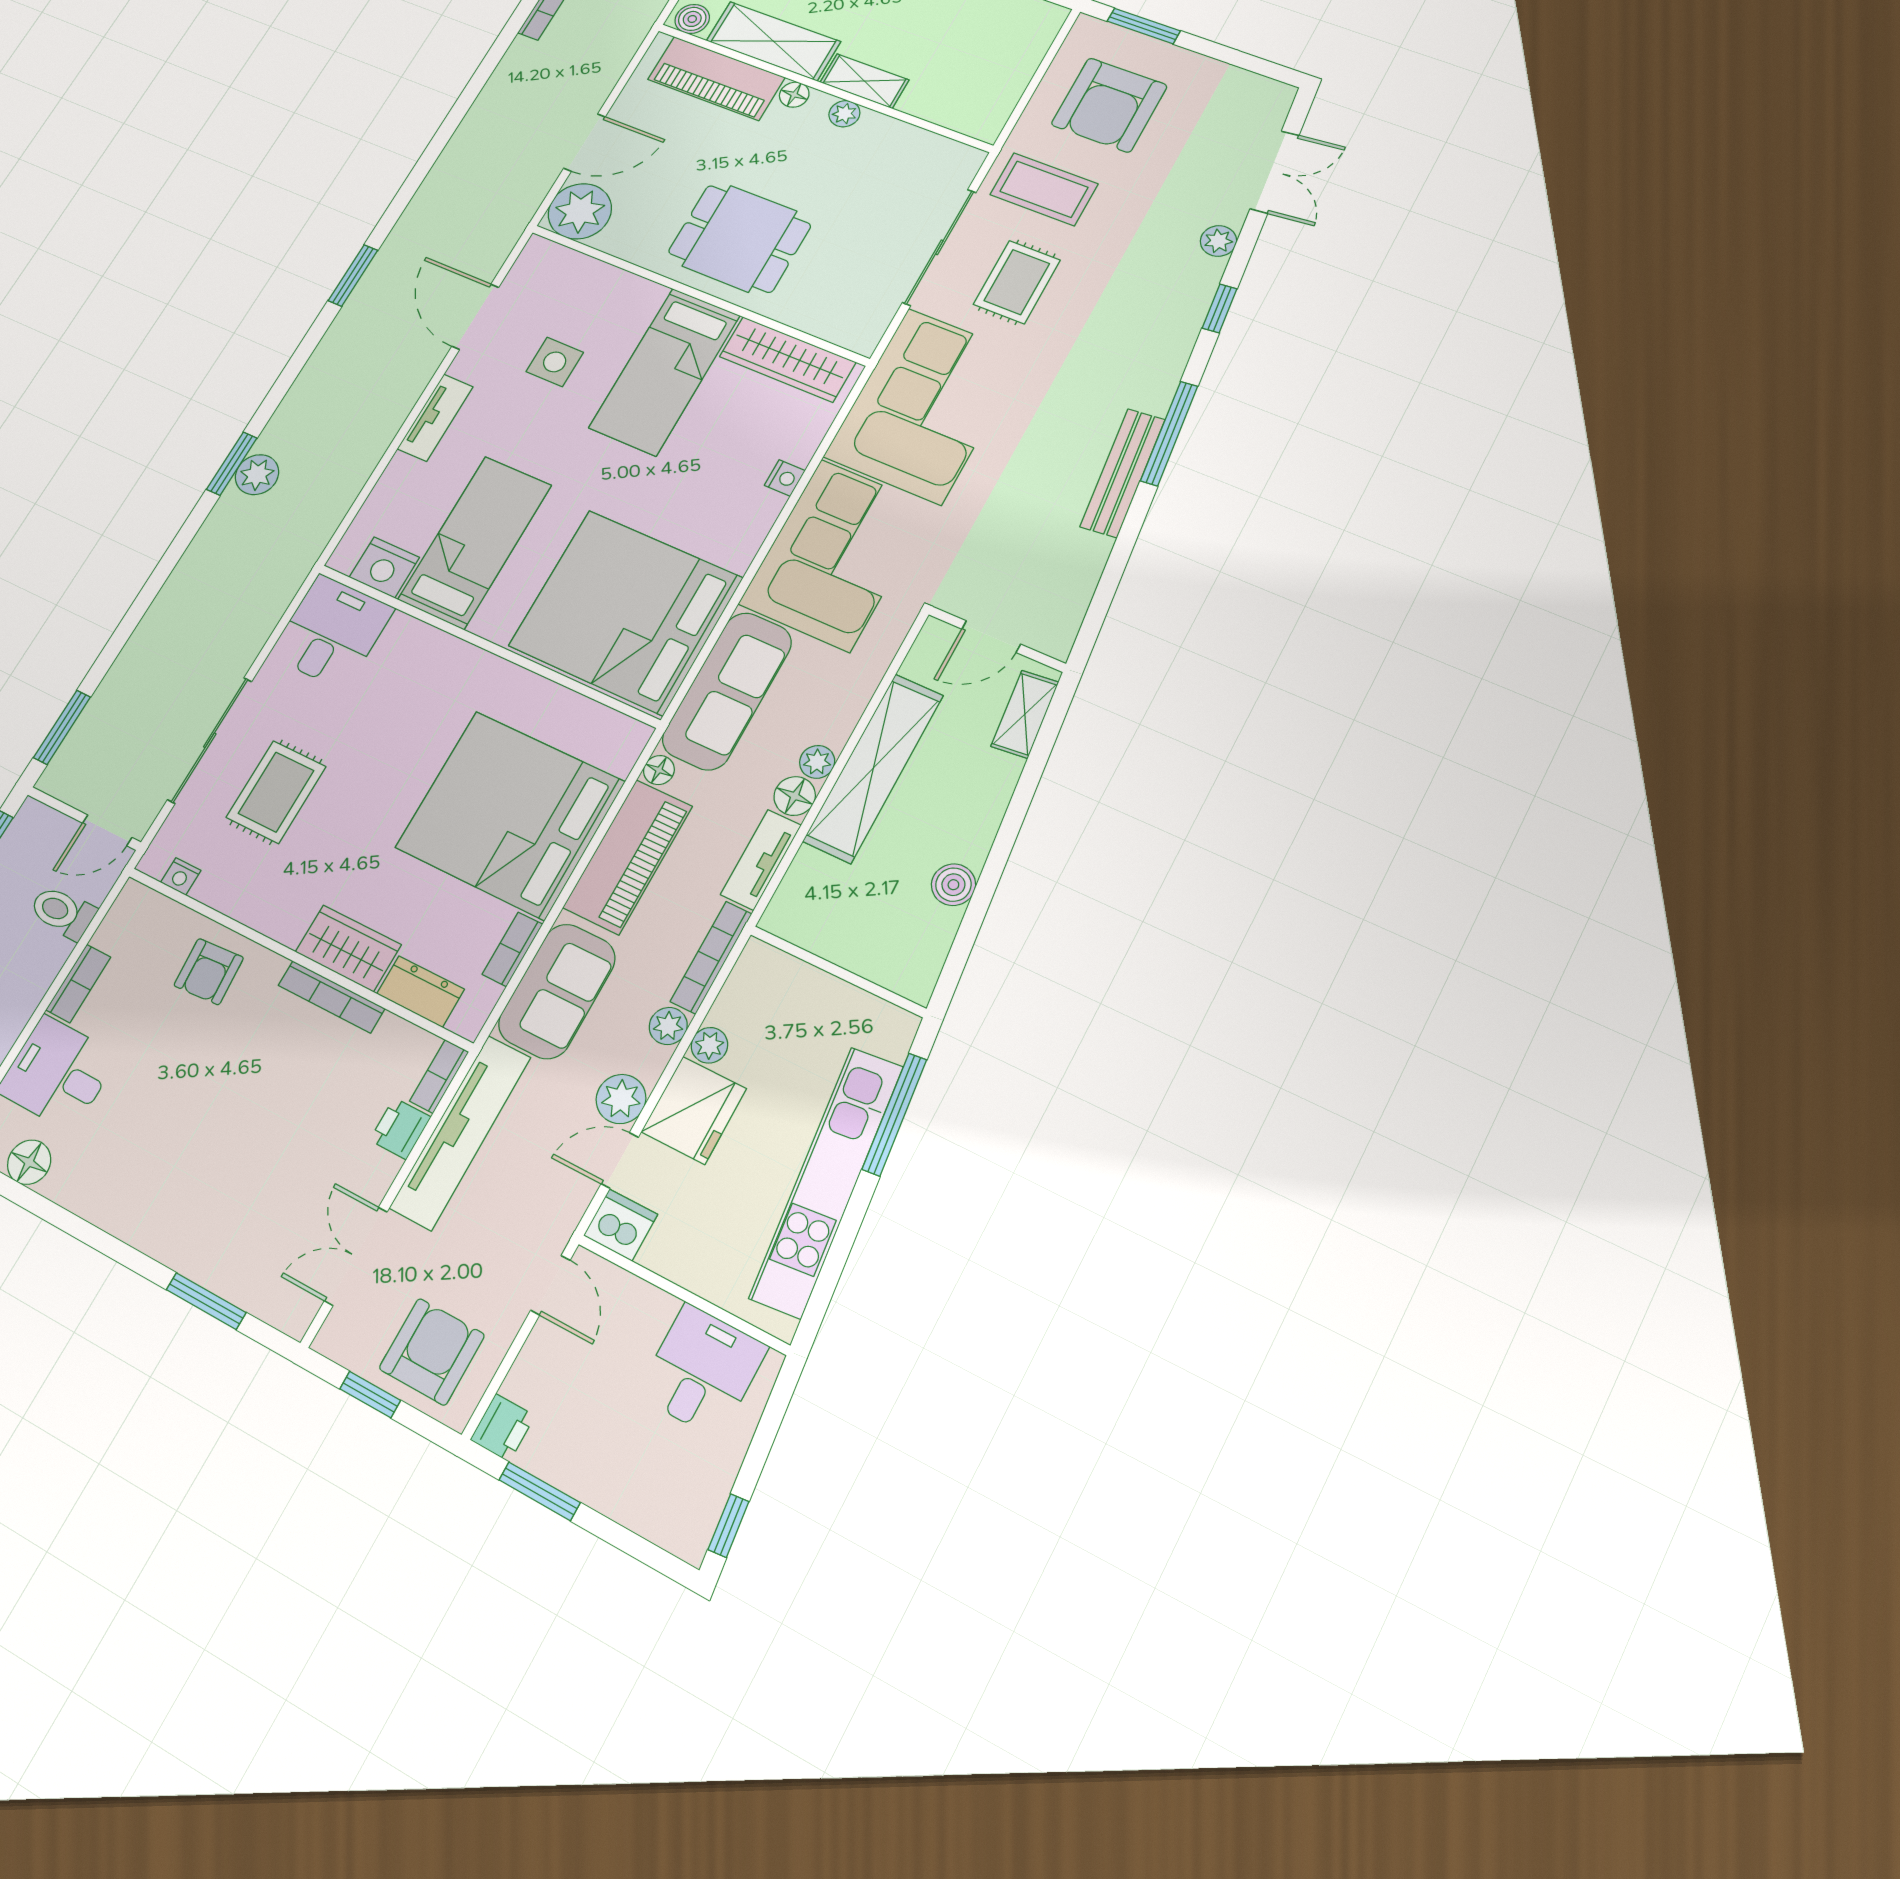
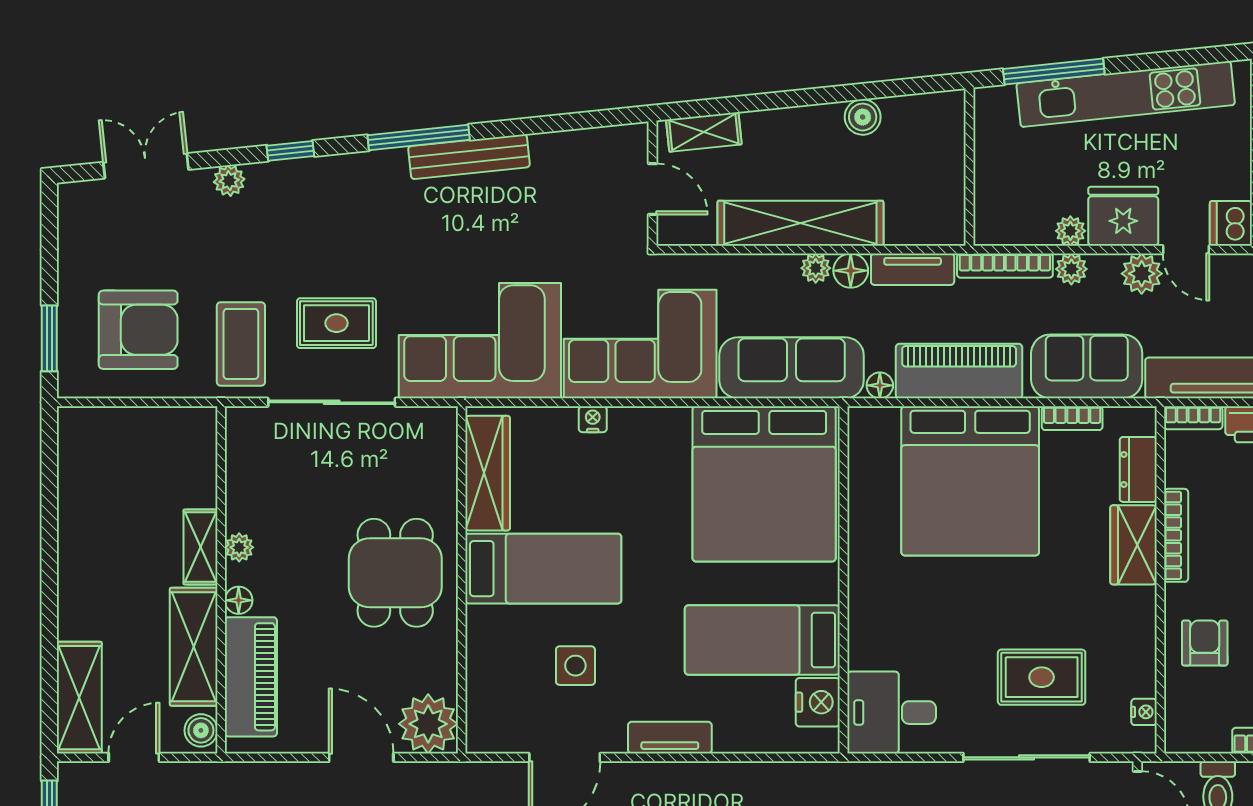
armchair: (209, 972) -> (1205, 643), turned -86

